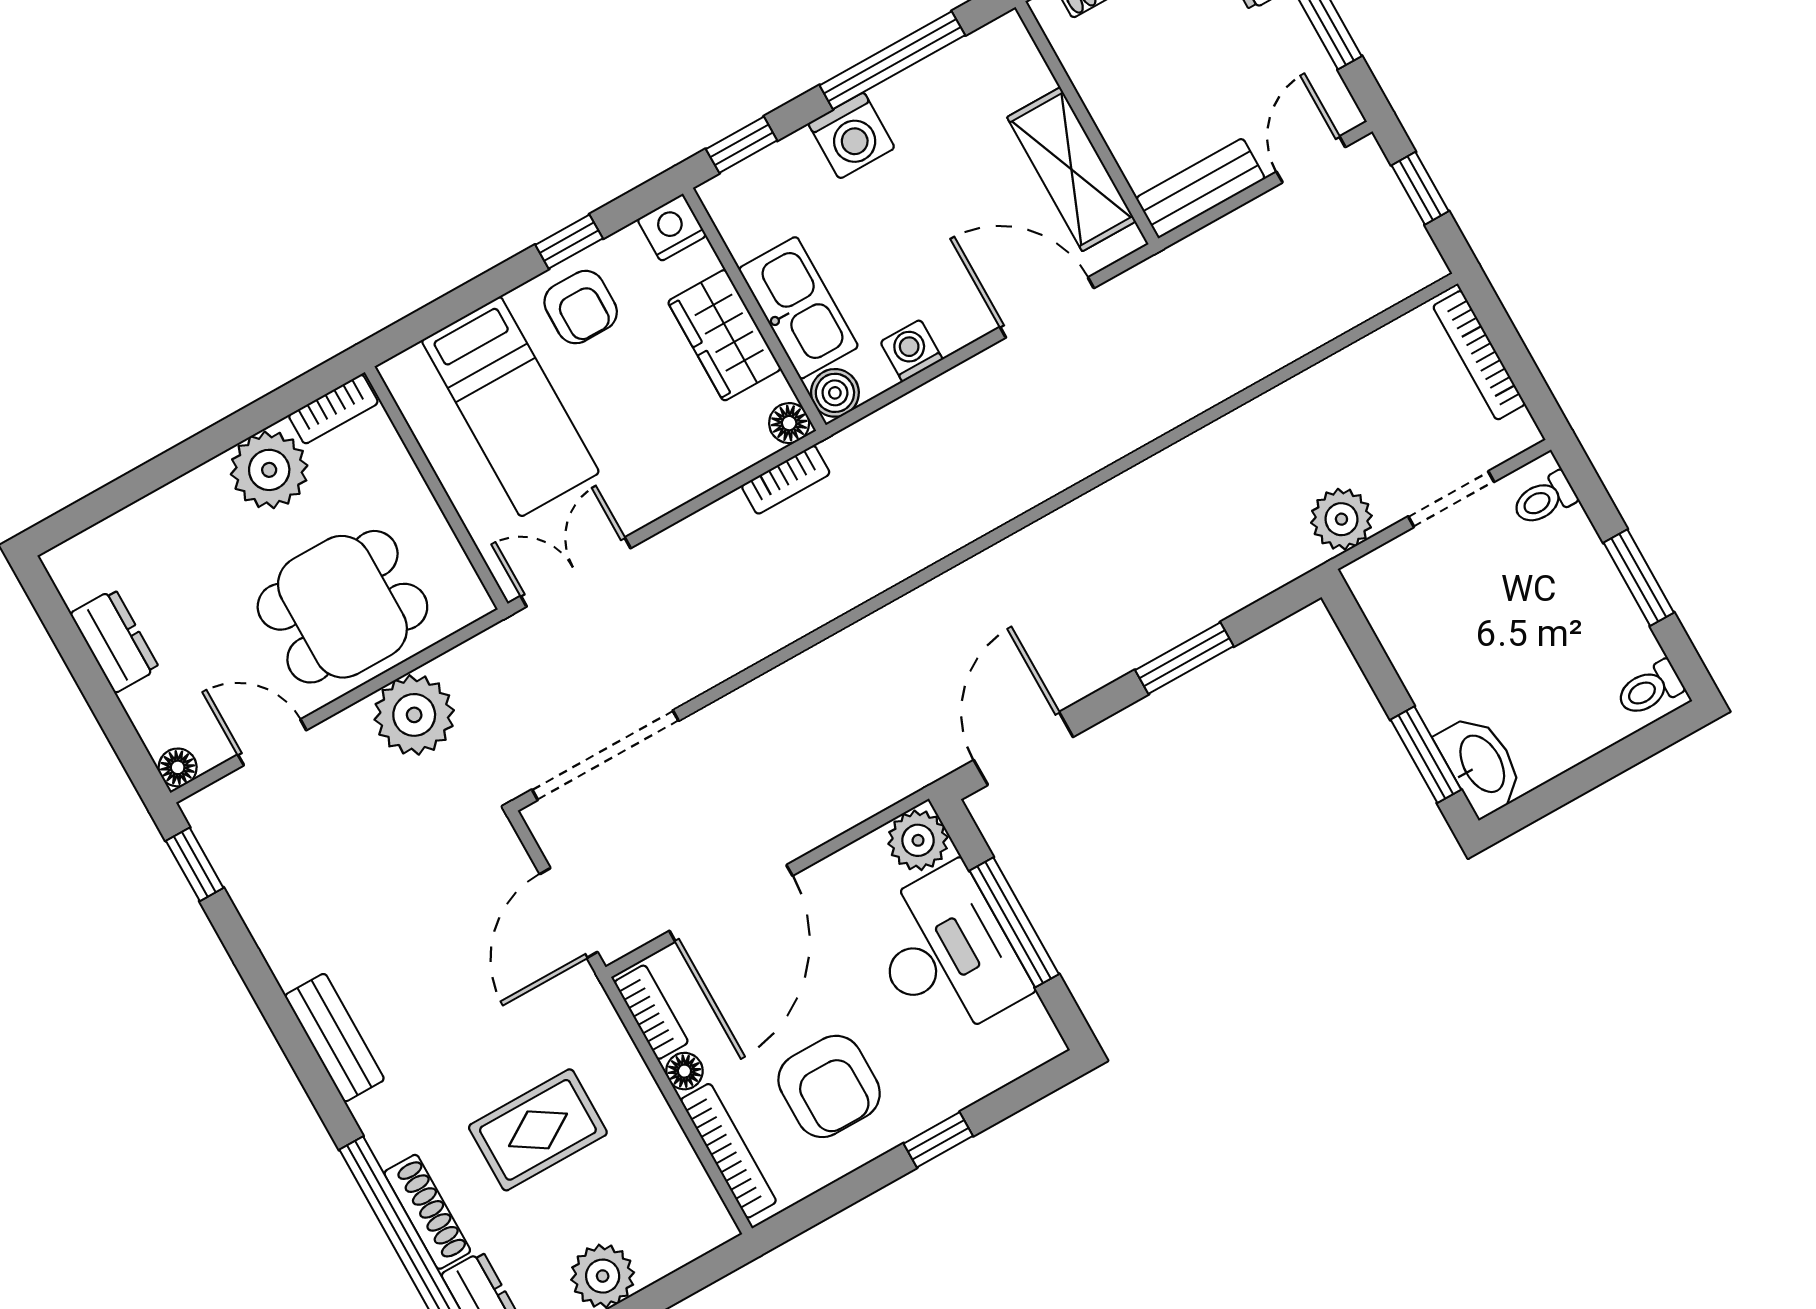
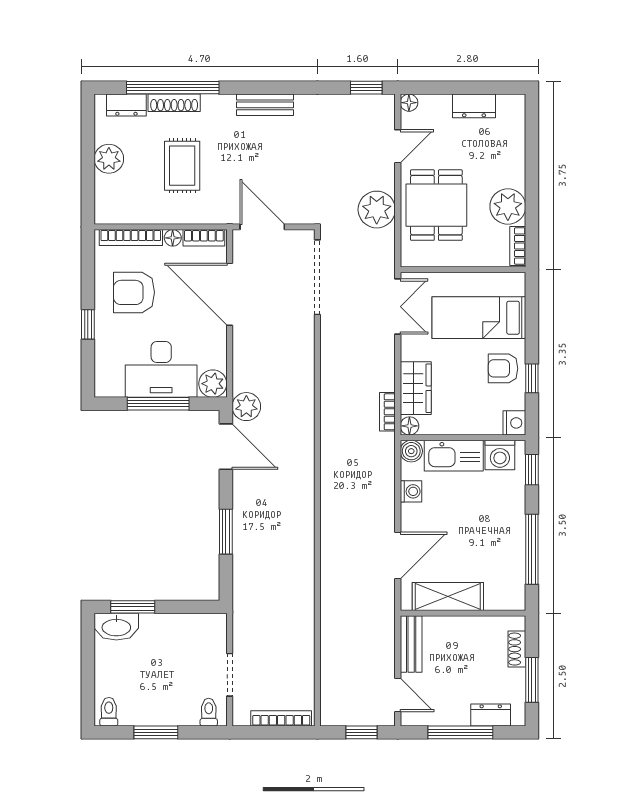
washing machine: (852, 136) -> (500, 455), moved, turned -90
wardrobe: (724, 335) -> (416, 388), moved, turned 90
plant: (1341, 519) -> (246, 407), moved

